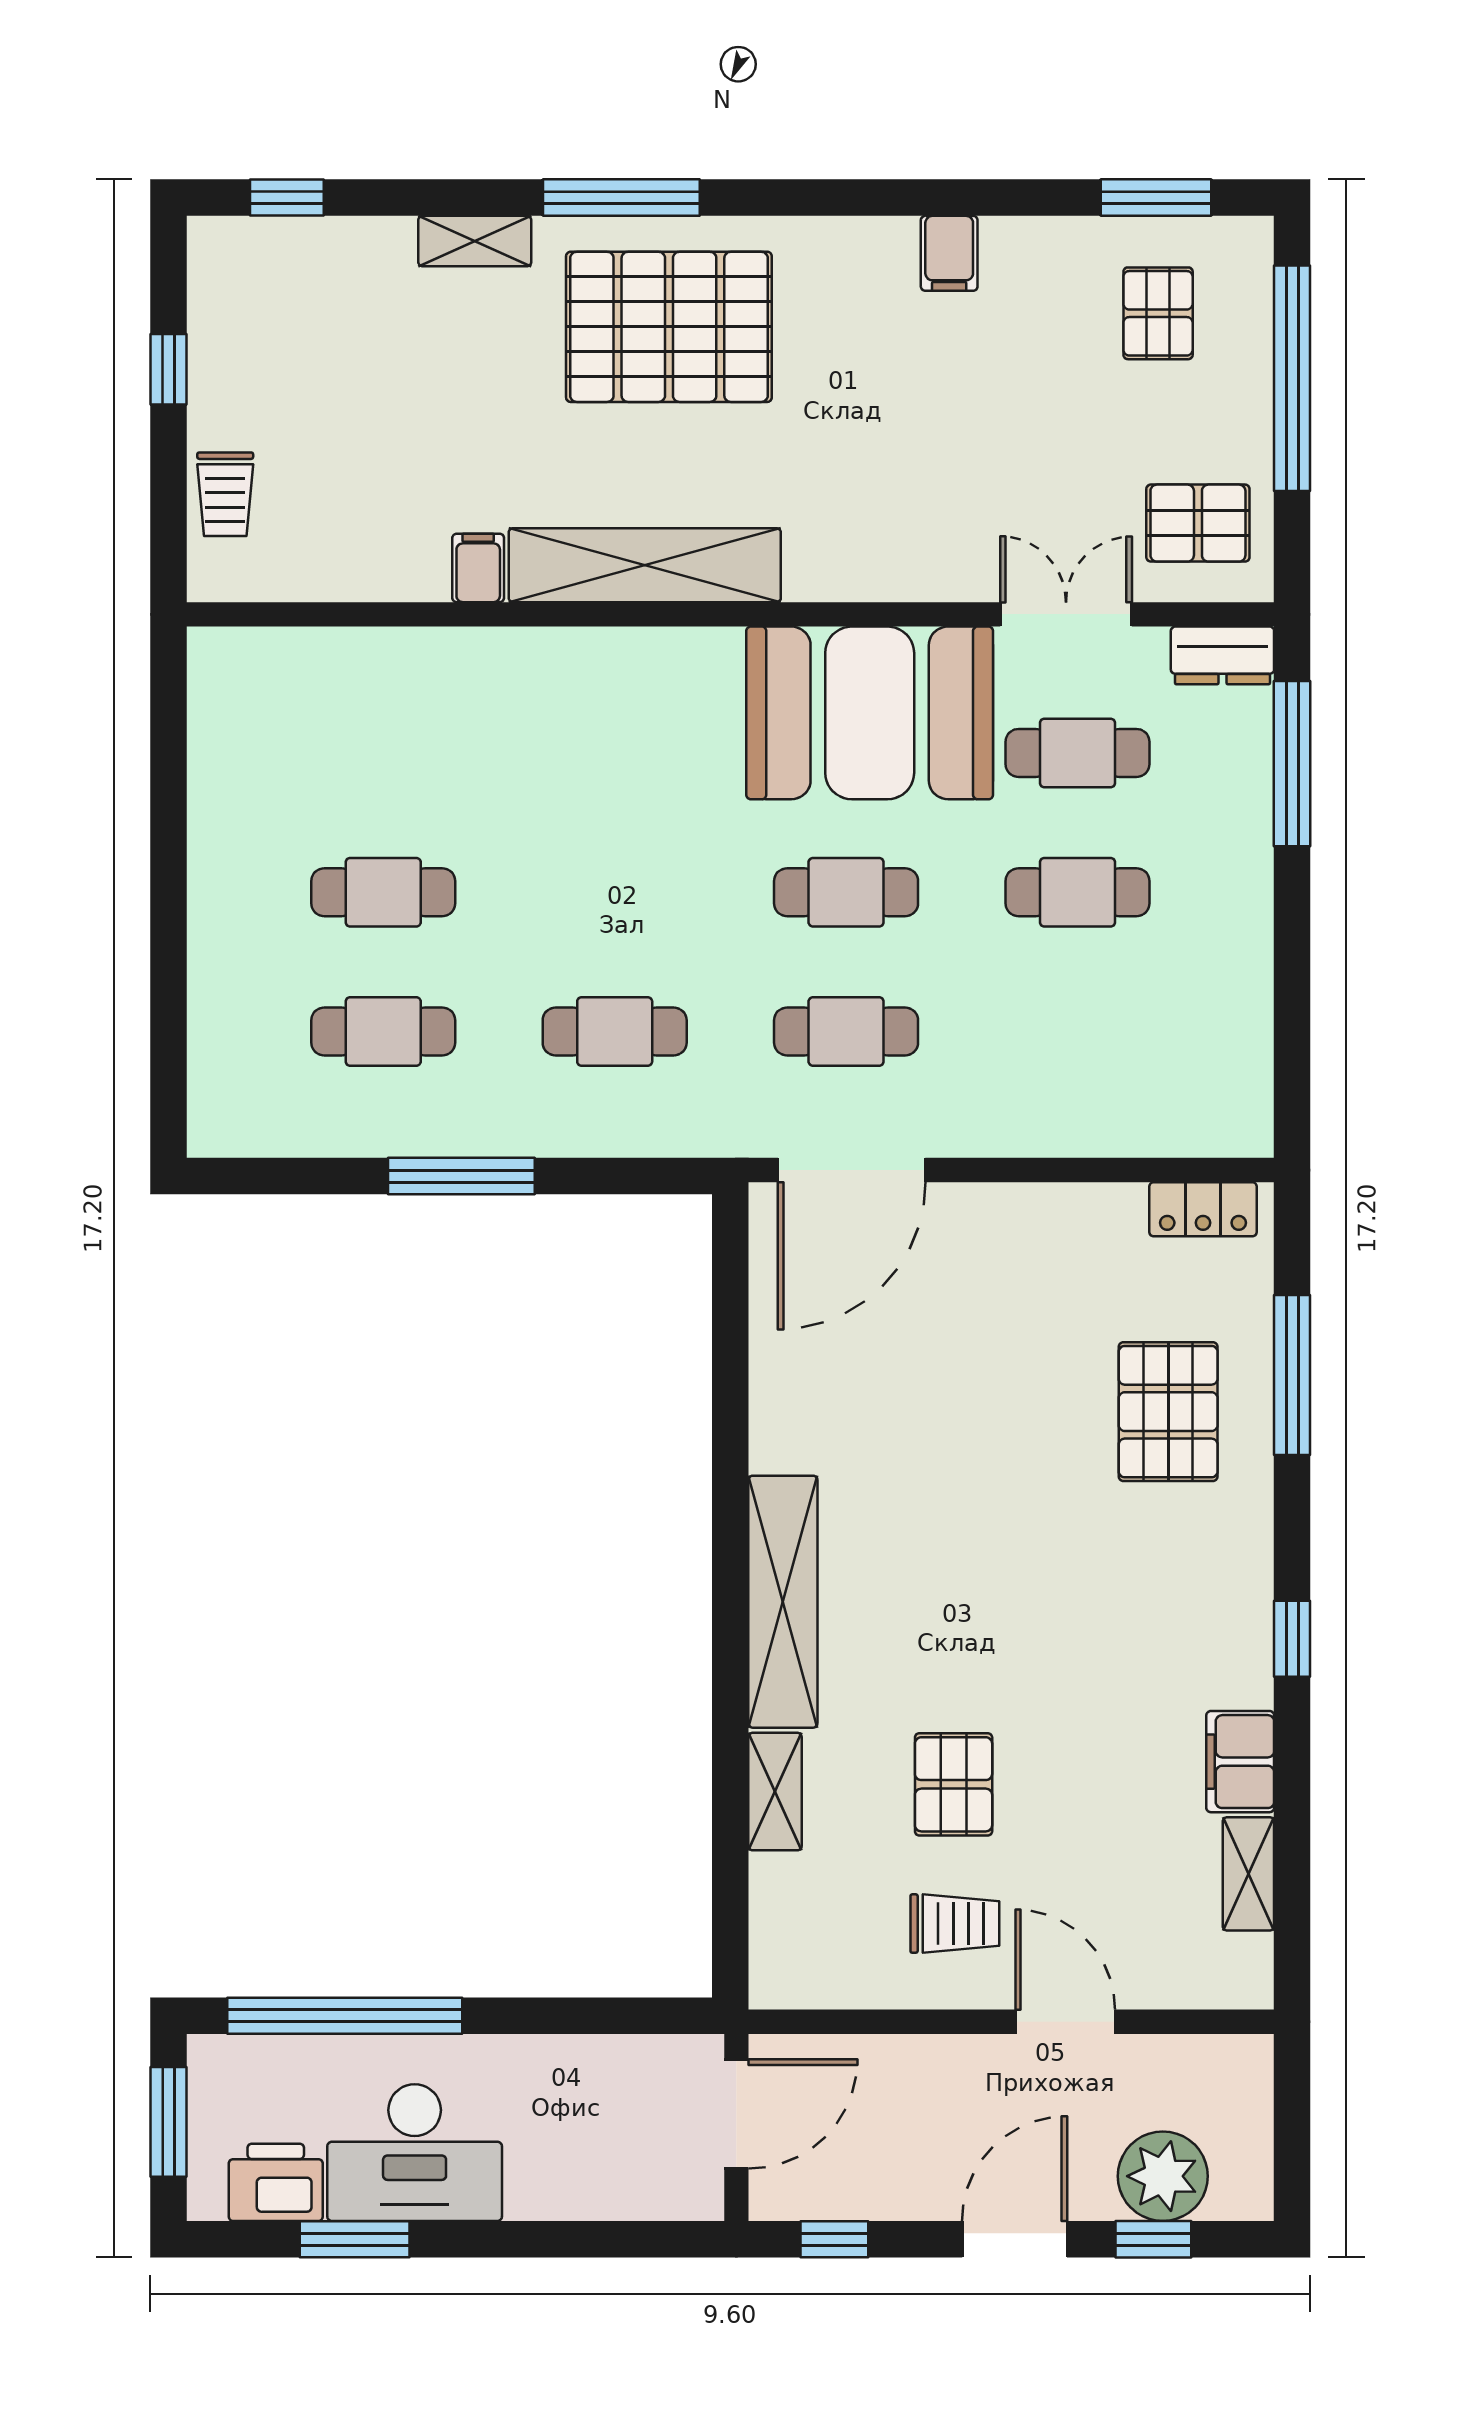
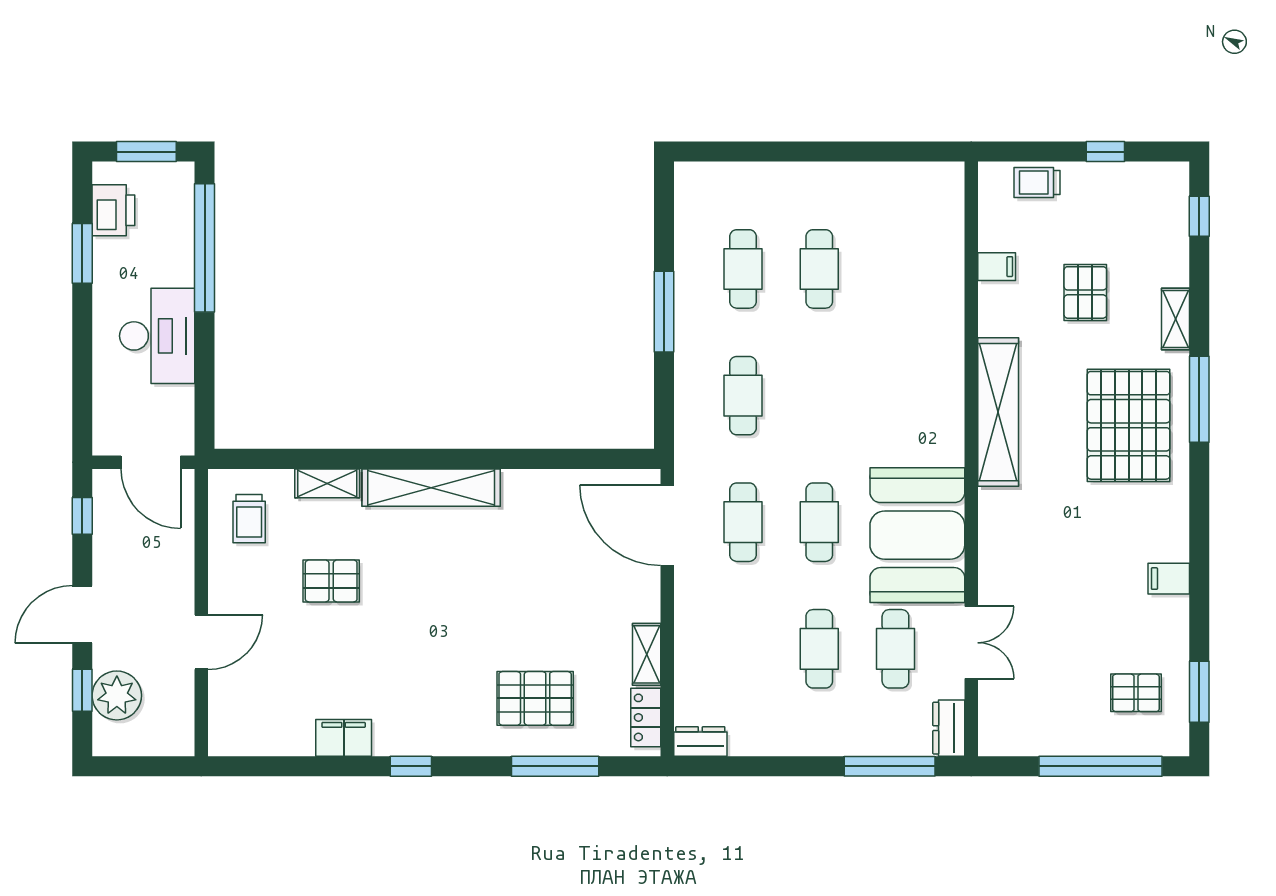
pallet: (1198, 523) -> (1085, 292), moved
filing cabinet: (478, 568) -> (997, 267), moved
dresser: (1247, 1110) -> (700, 741), added
shelving: (1248, 1874) -> (647, 654), moved, turned 90
trolley: (955, 1924) -> (249, 519), moved
desk: (415, 2153) -> (157, 336), moved, turned 180
door: (1015, 2239) -> (82, 614), swing flipped

